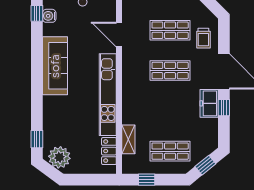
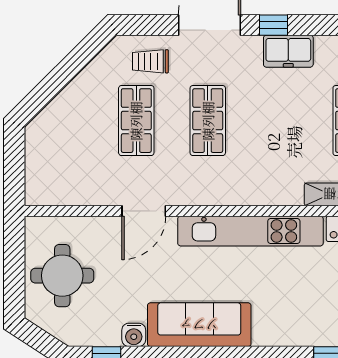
water cooler: (49, 16) -> (134, 335), moved
trolley: (203, 38) -> (150, 61), turned 180
freezer: (209, 103) -> (288, 51), moved

